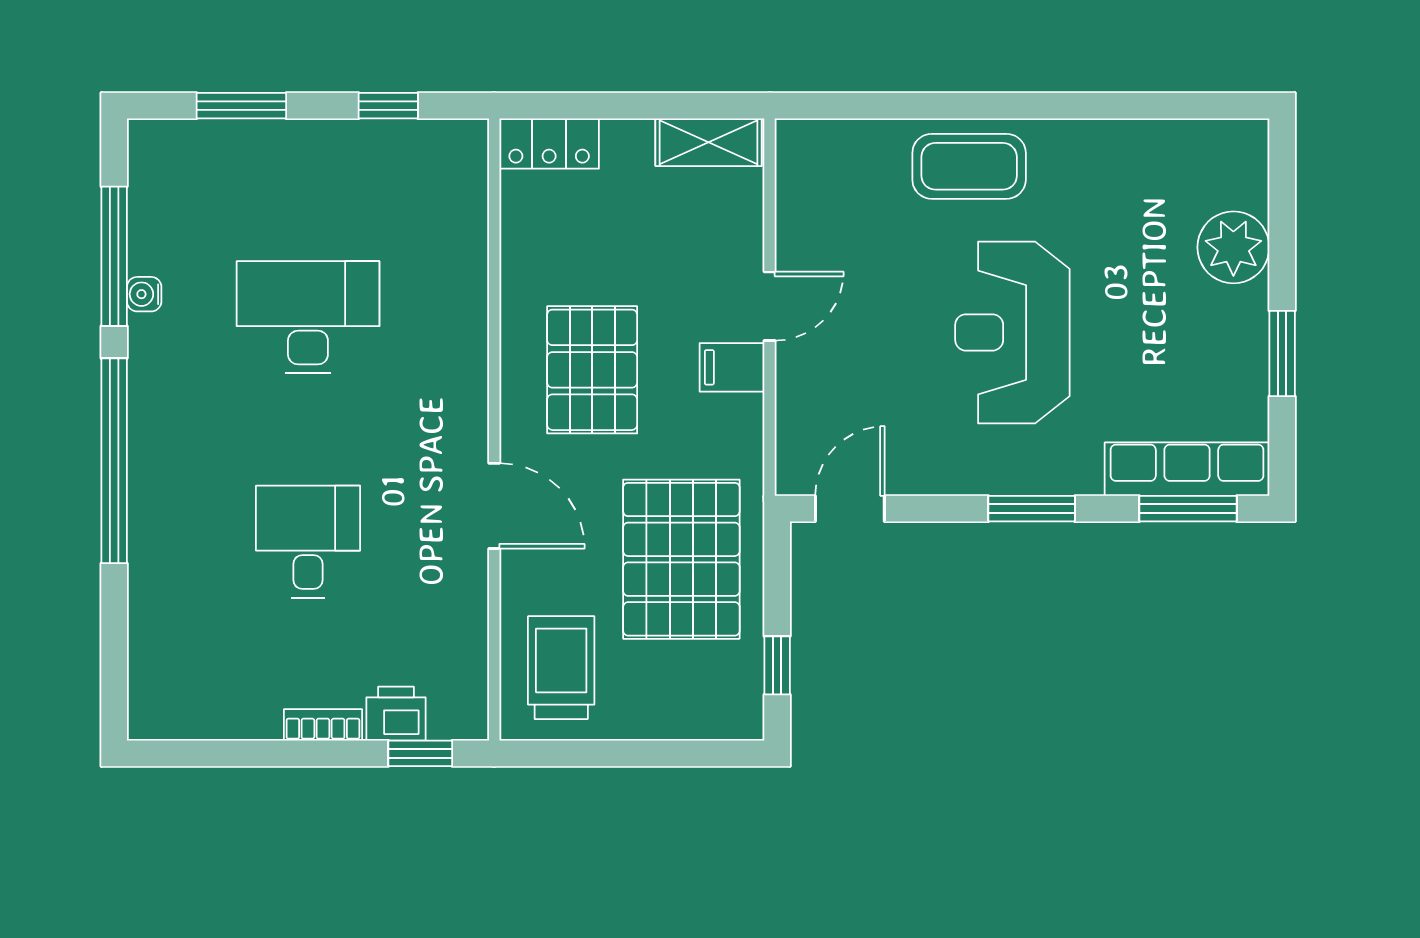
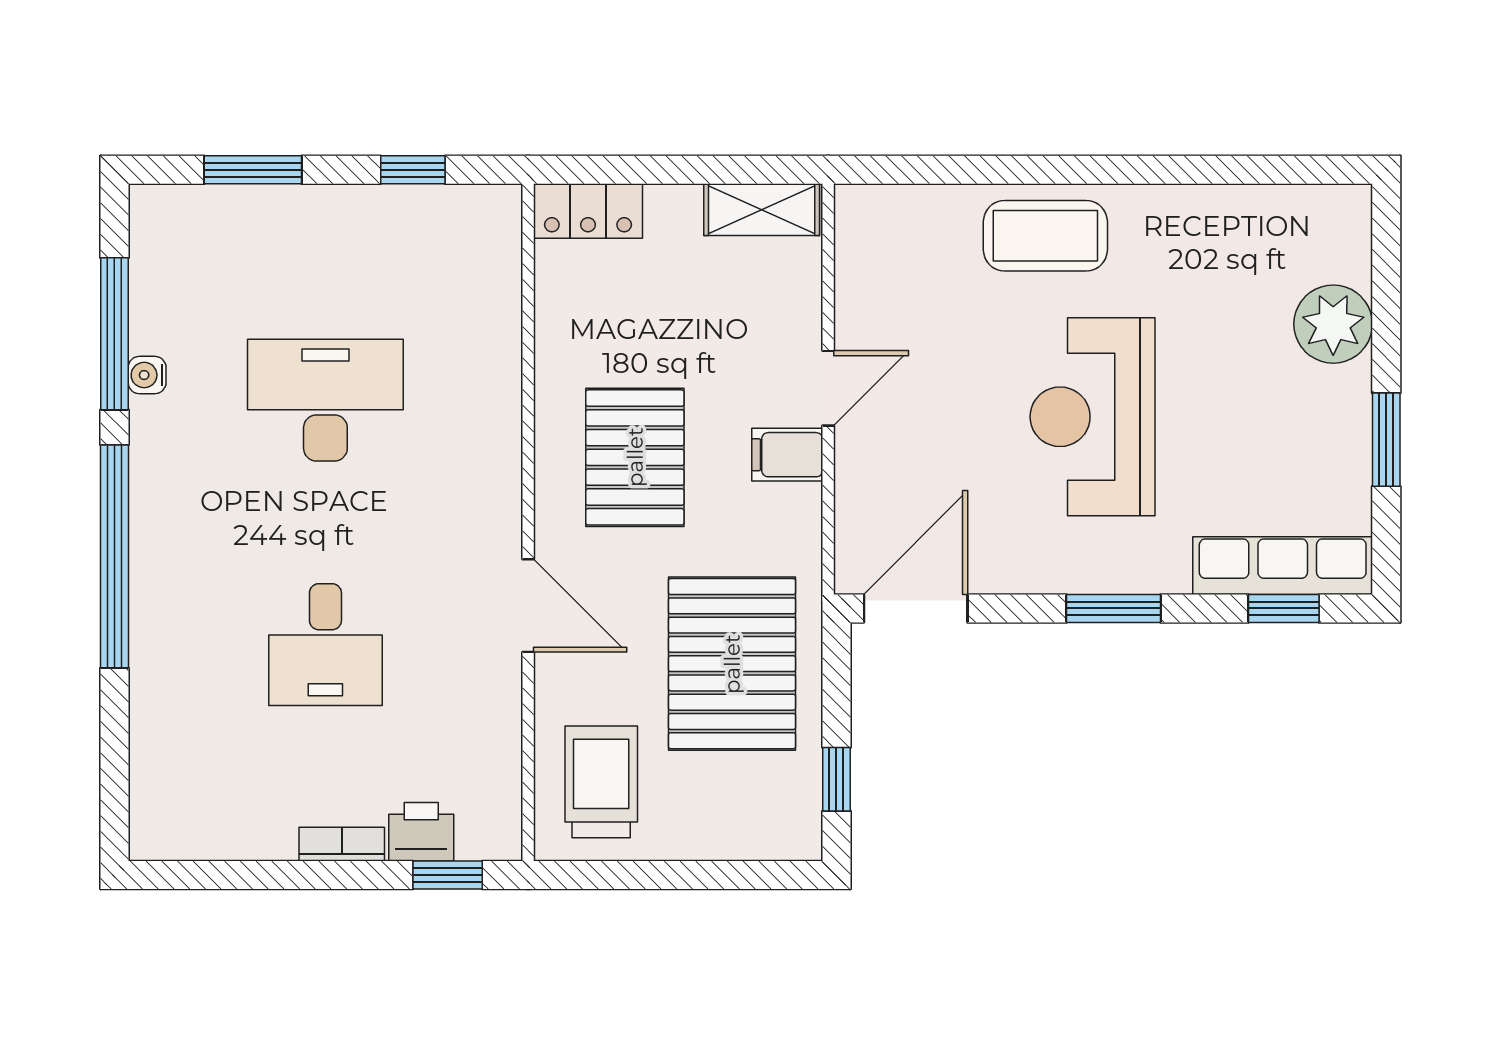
door: (850, 509) -> (916, 608), width x1.38
window: (1188, 509) -> (1284, 608), width x0.67
desk: (308, 542) -> (325, 645), turned 180

